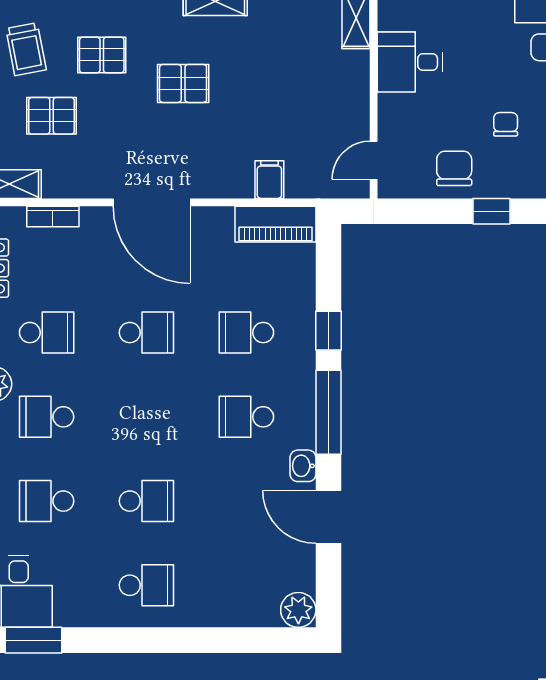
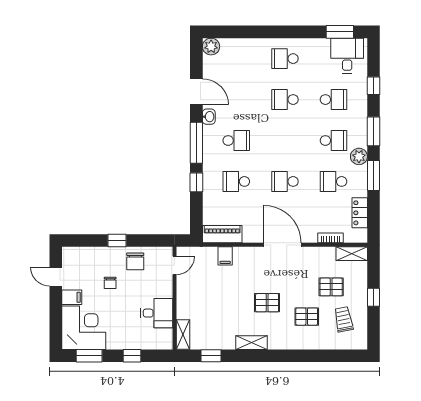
school desk: (246, 333) -> (236, 181), turned 180

